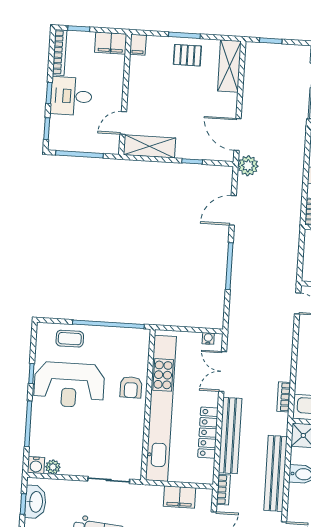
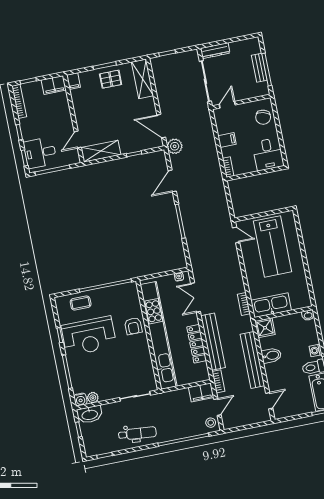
desk: (71, 96) -> (40, 153), moved
filing cabinet: (179, 497) -> (201, 392), moved
washbasin: (35, 502) -> (90, 415), moved, turned 90

